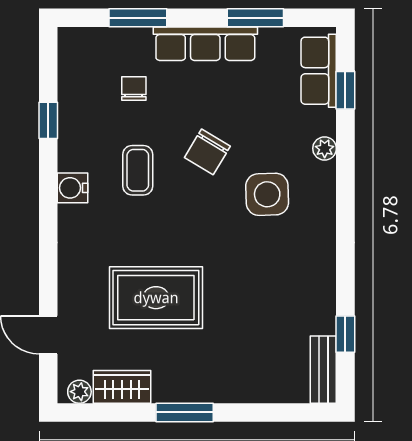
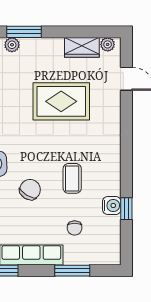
water cooler: (72, 188) -> (112, 205), moved
plant: (237, 391) -> (12, 45), added
window: (185, 412) -> (24, 32), moved

